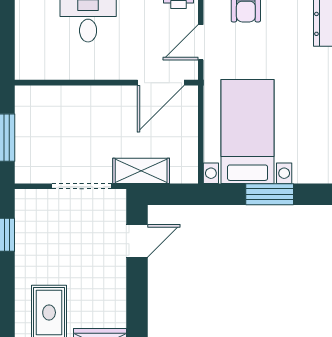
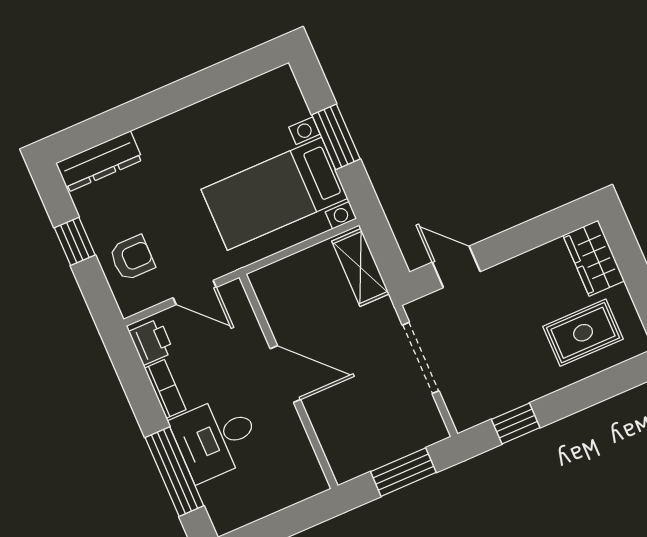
door: (161, 83) -> (285, 374), moved
shelving: (141, 171) -> (360, 267), moved

